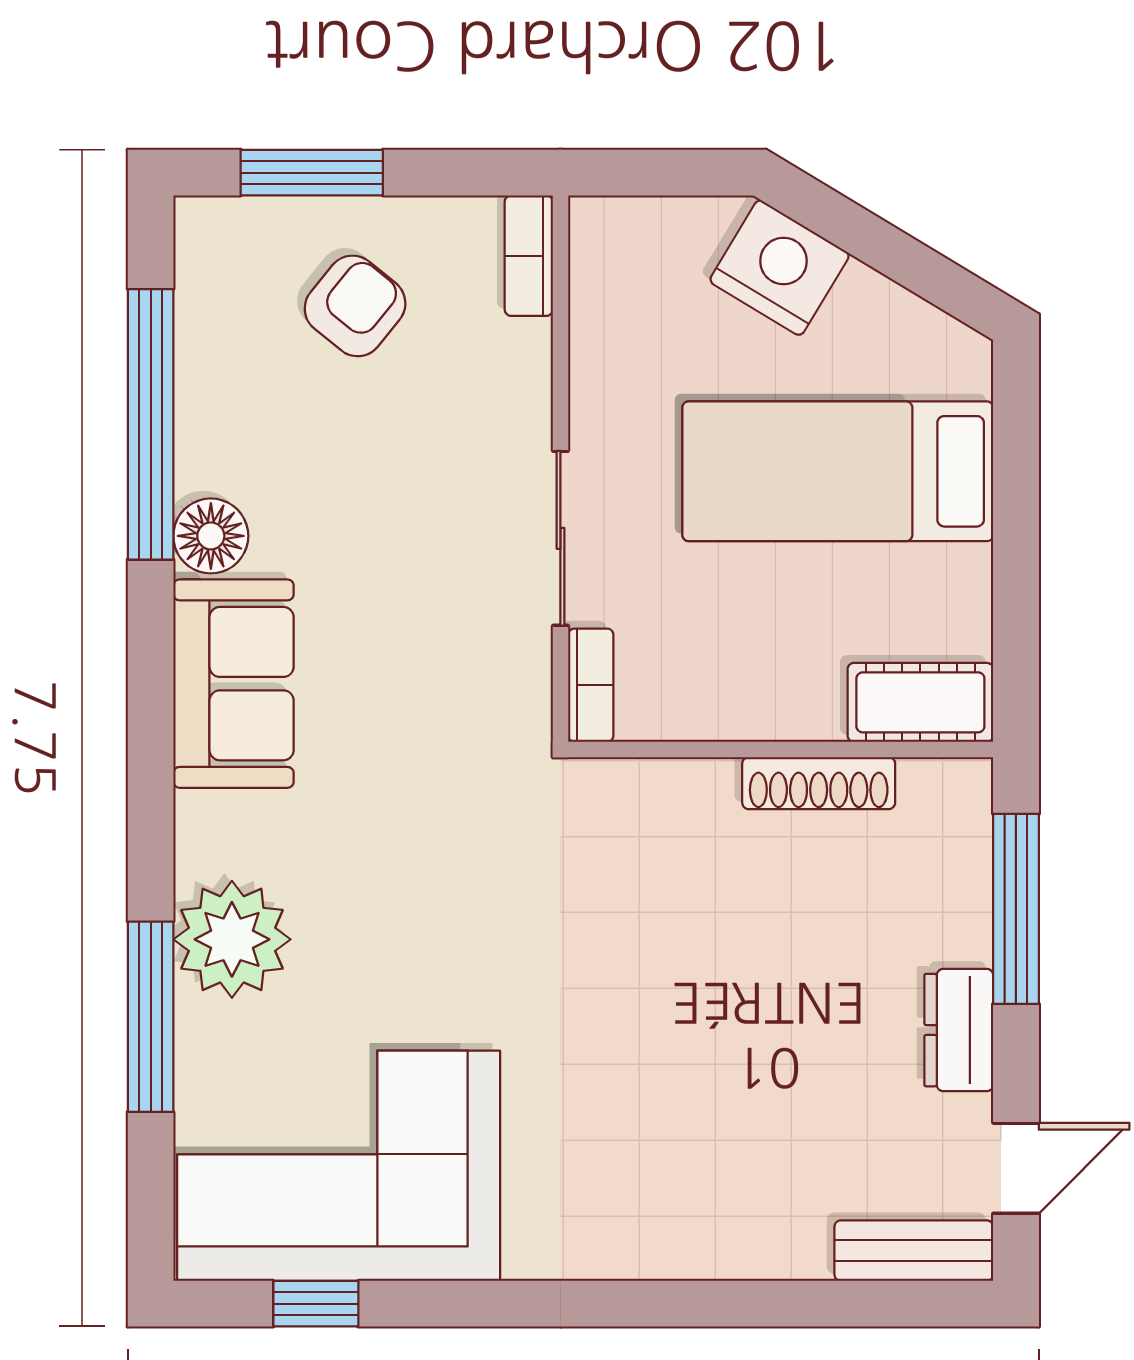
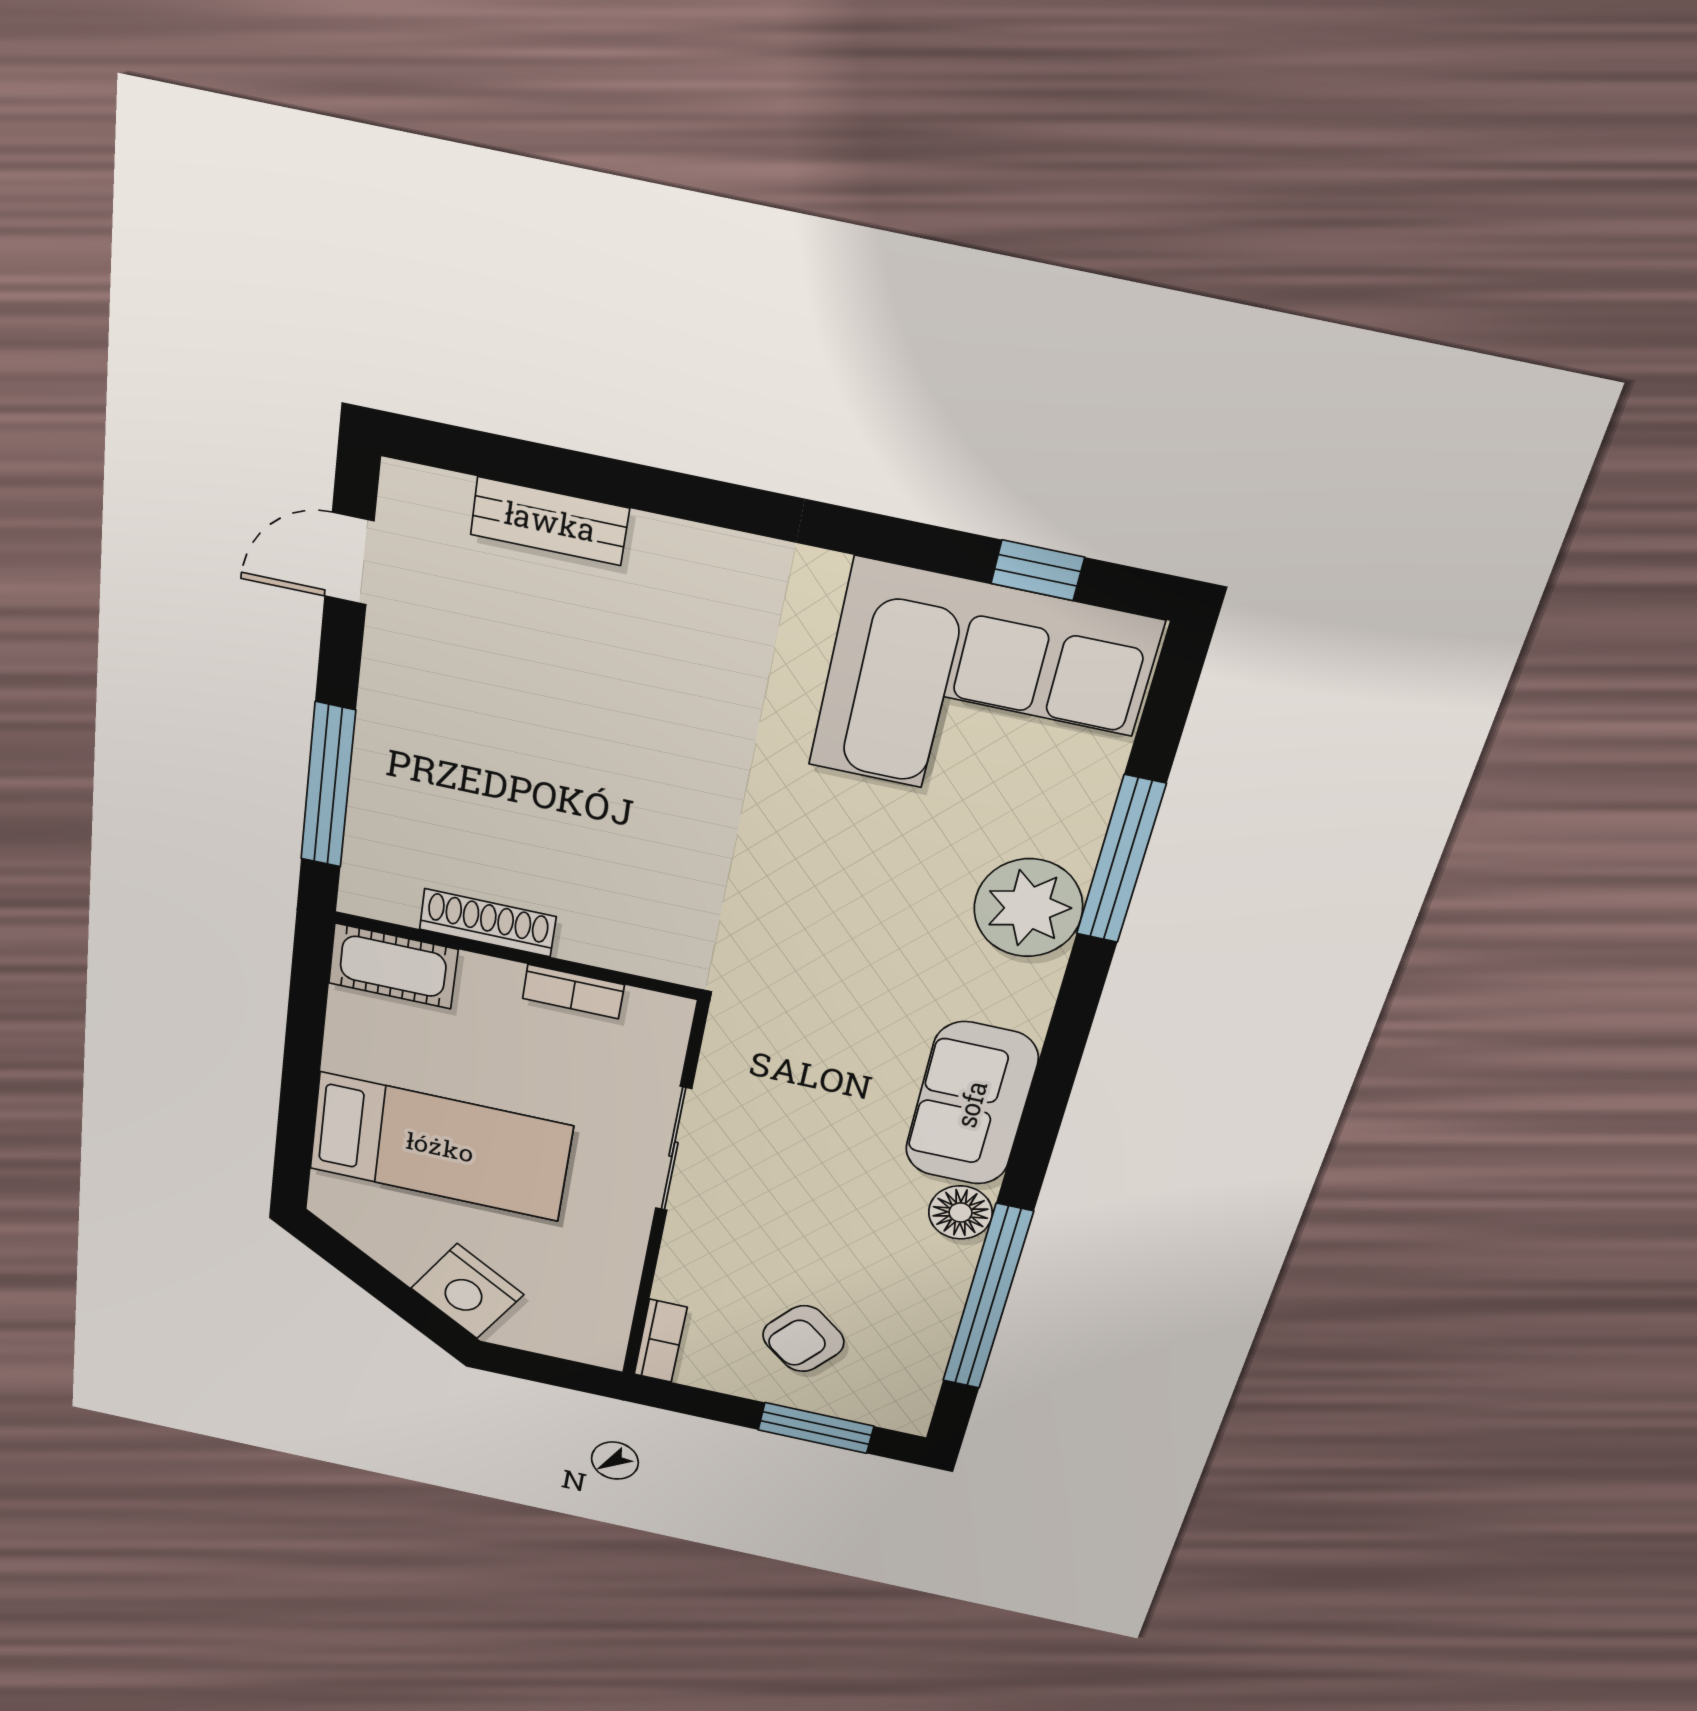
bookcase: (591, 685) -> (573, 992), moved, turned -90
dresser: (959, 1030) -> (389, 694), removed
bench: (914, 1251) -> (550, 521), moved

